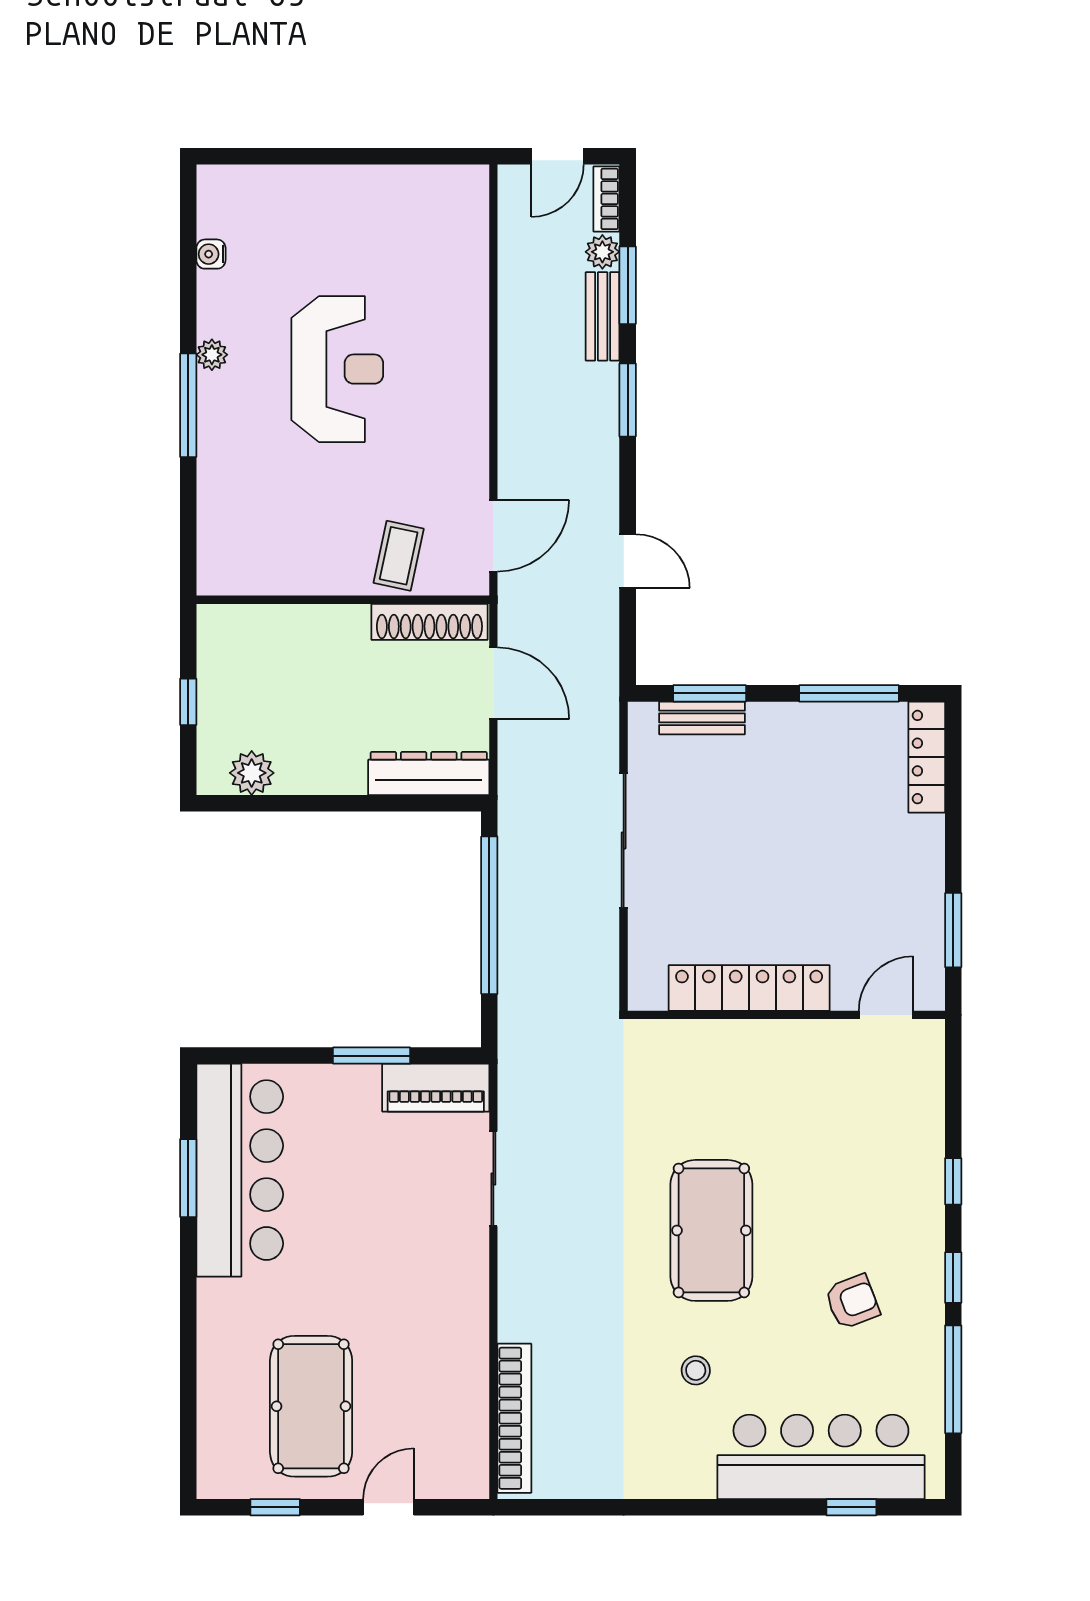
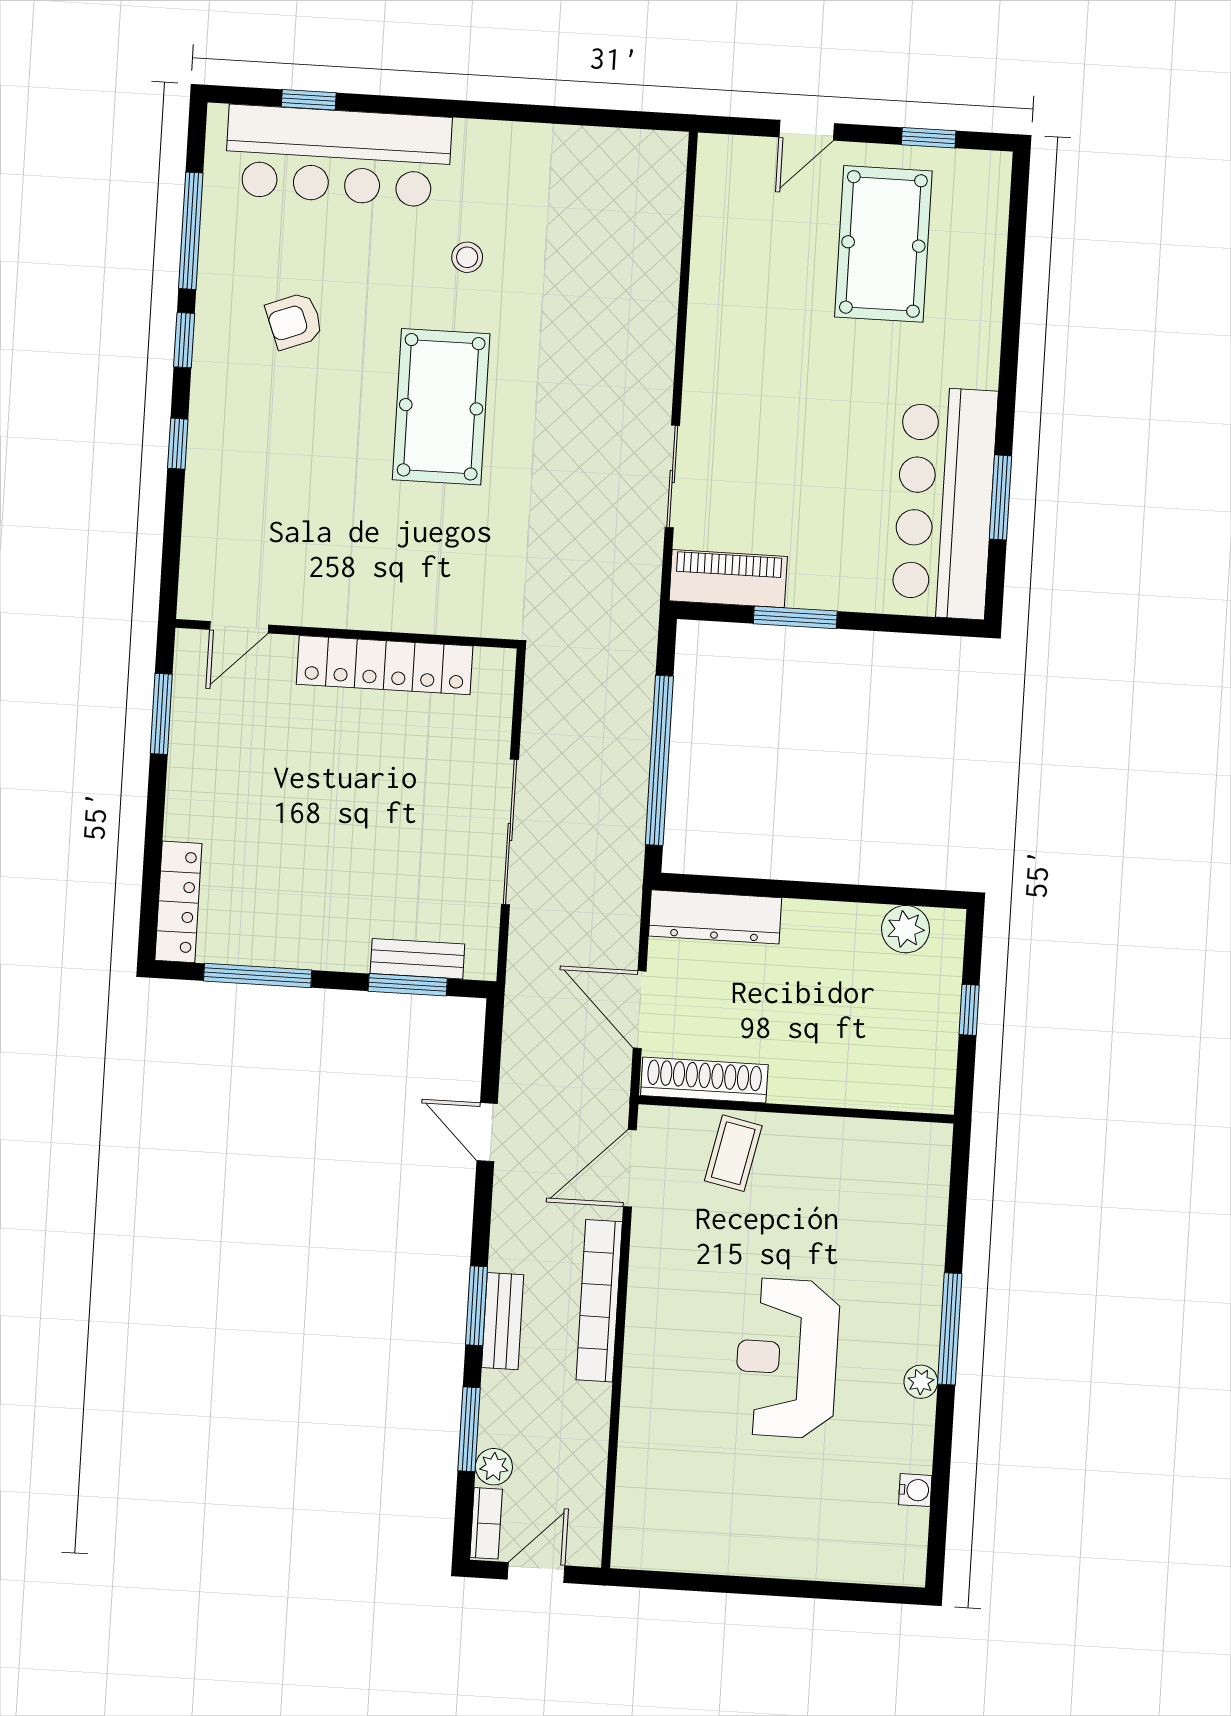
bench: (603, 316) -> (503, 1321), moved
bookcase: (514, 1418) -> (599, 1301), moved

